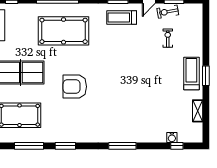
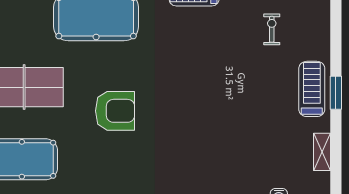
armchair: (75, 87) -> (115, 111), turned 180

